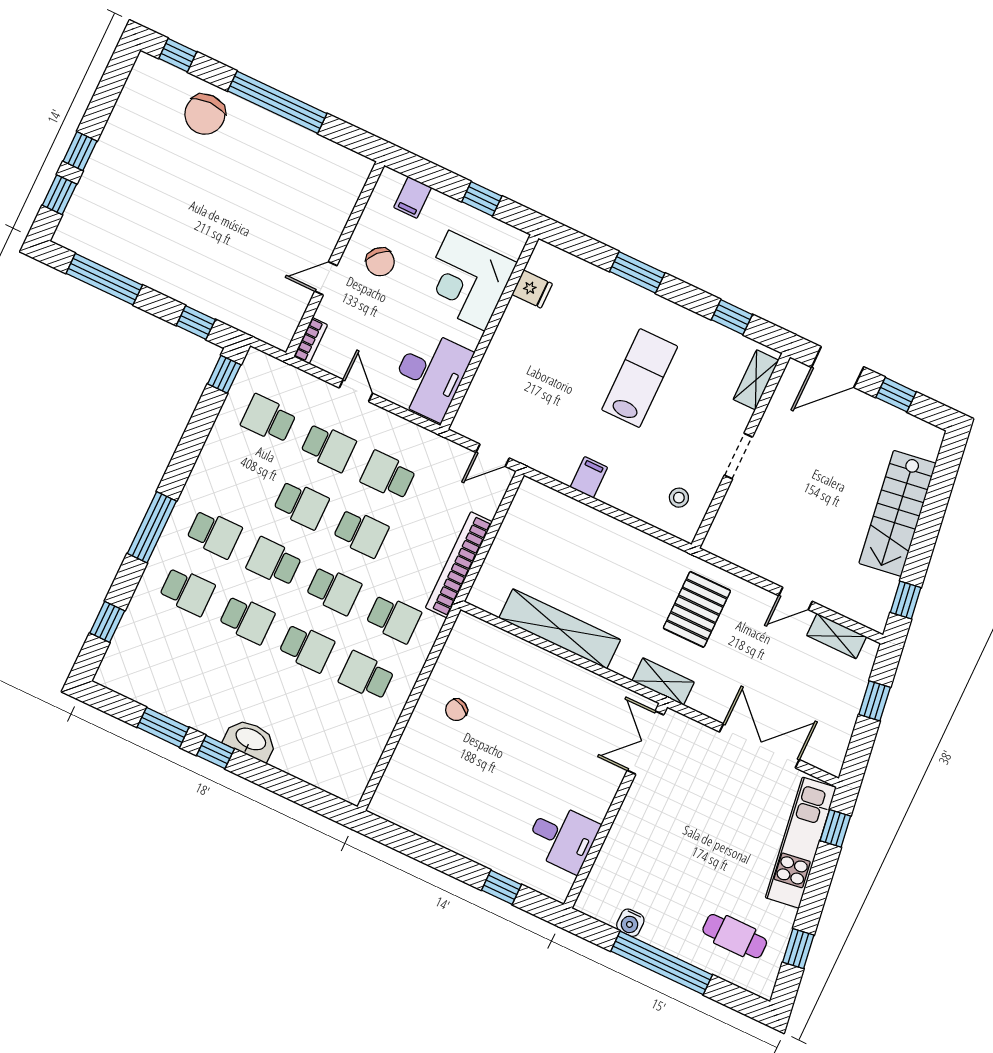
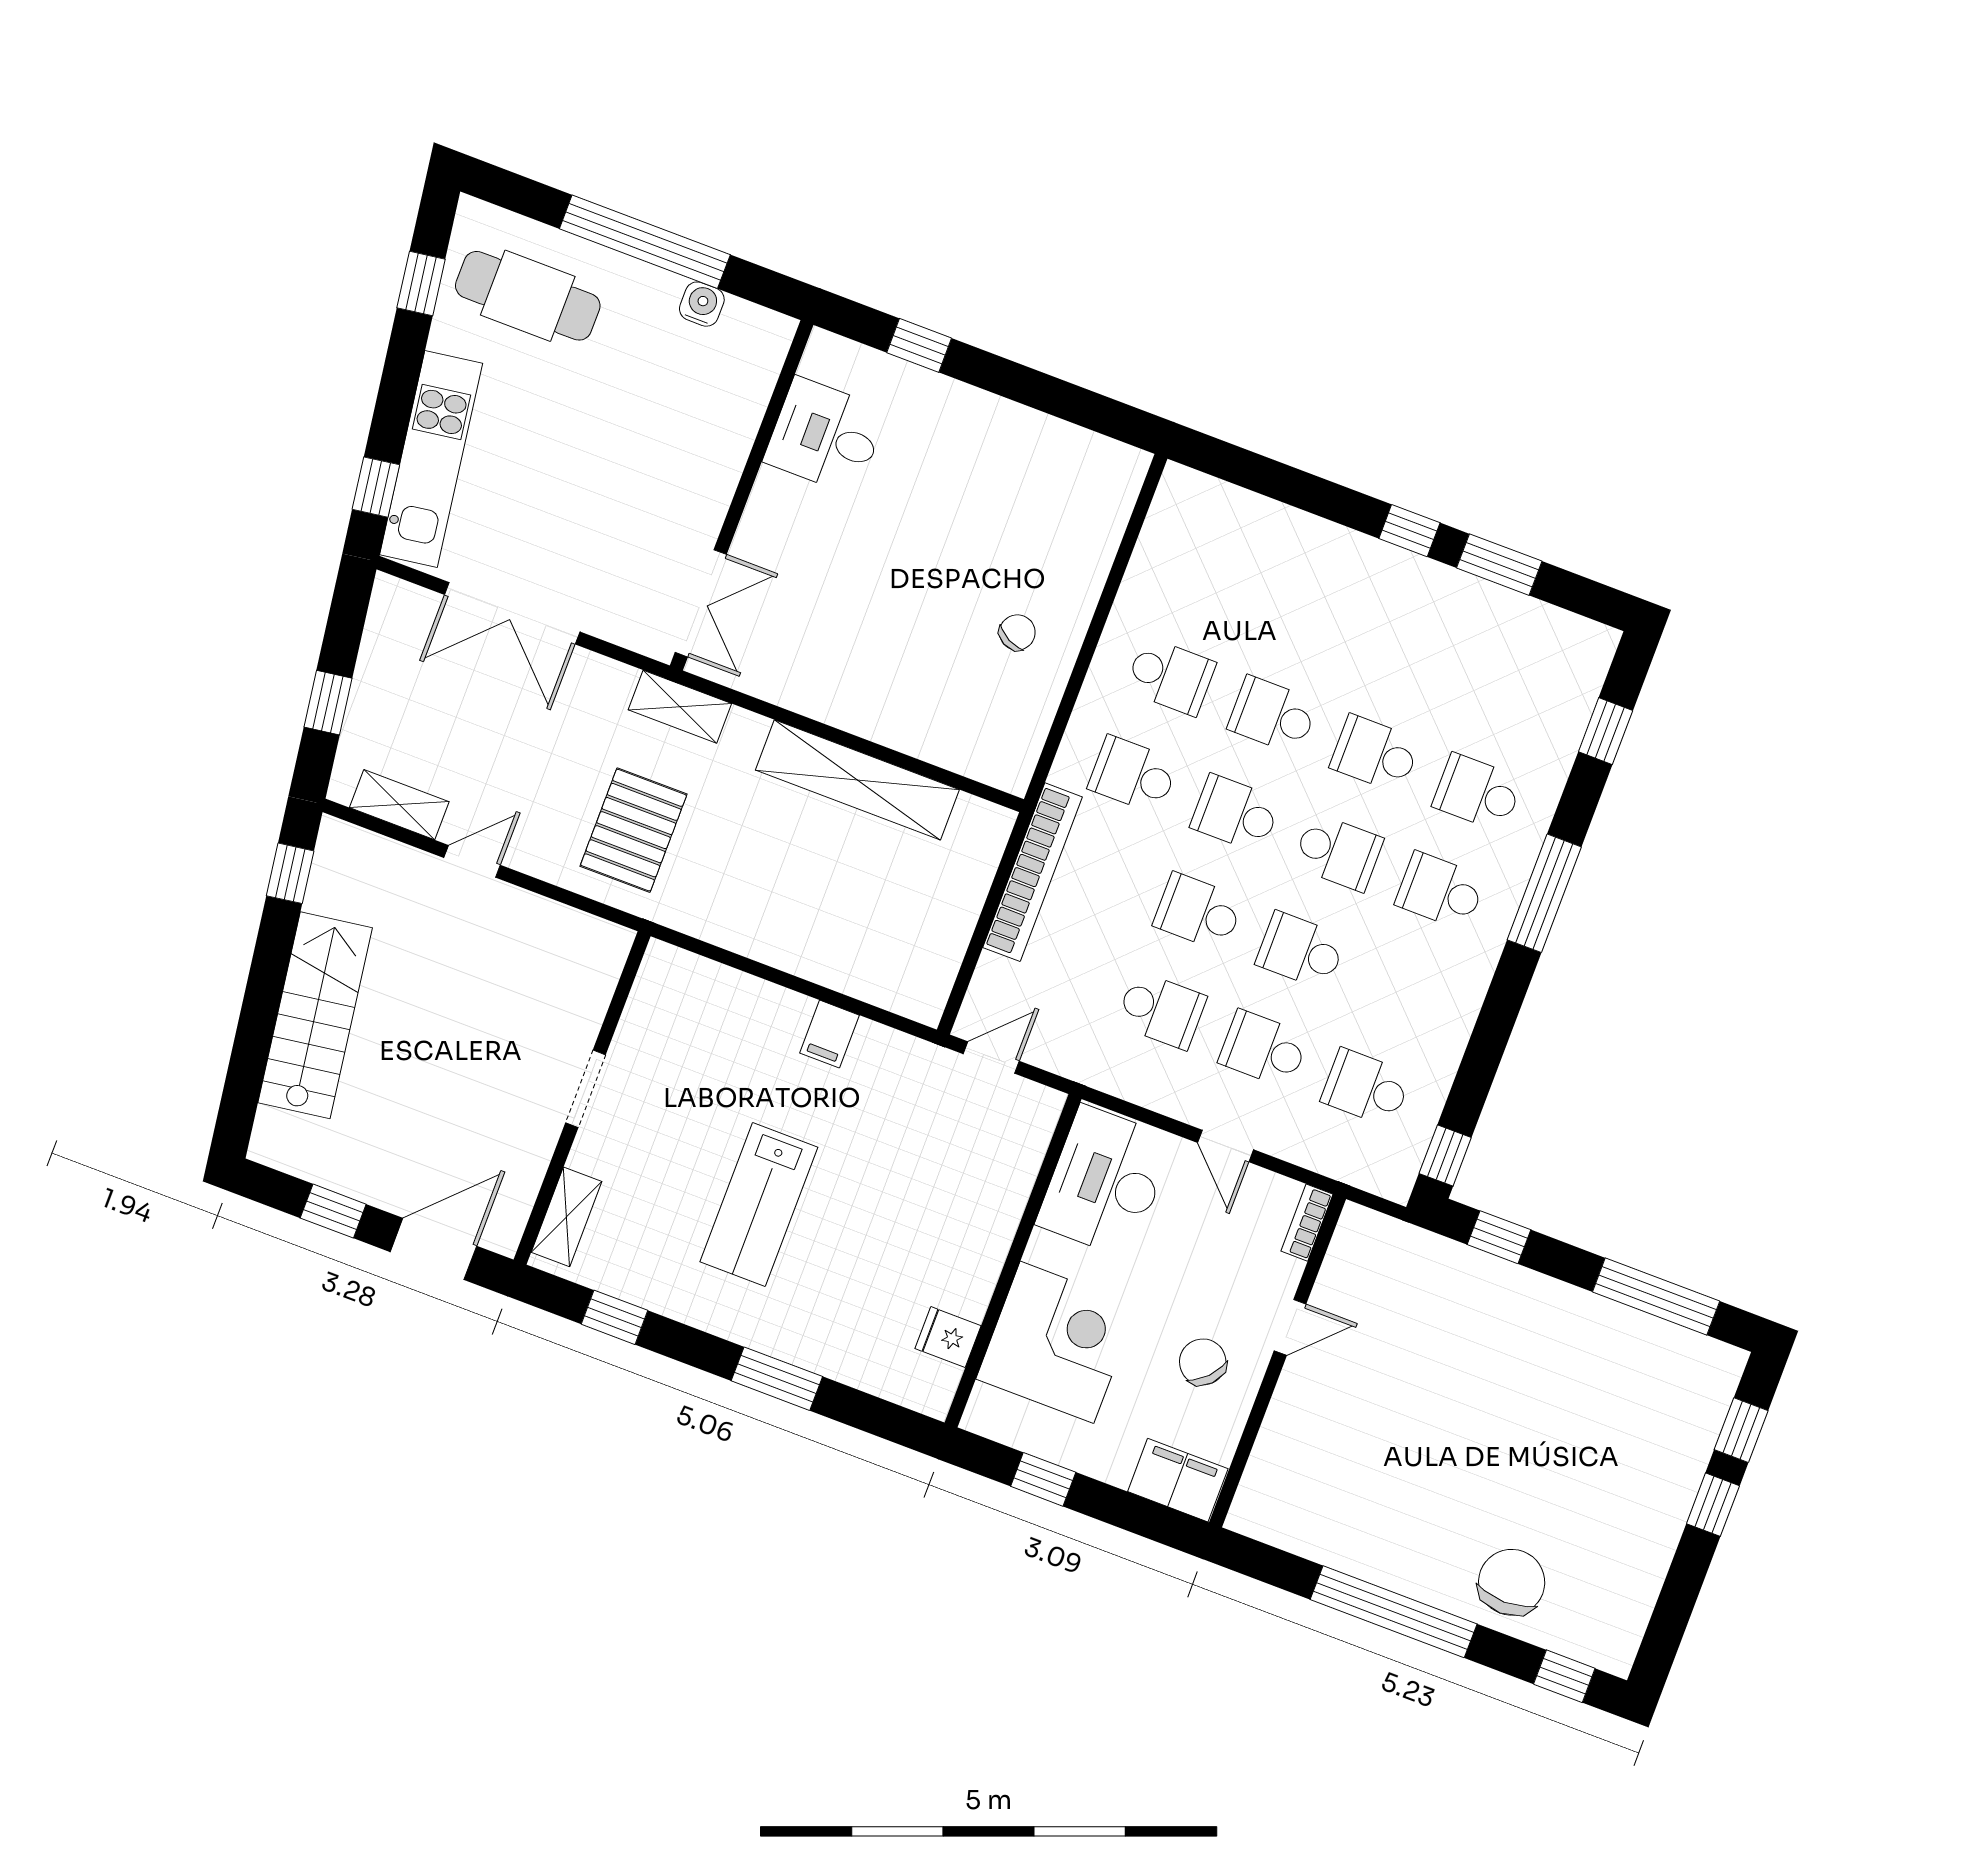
filing cabinet: (413, 197) -> (1178, 1480), width x2.00
school desk: (269, 419) -> (1366, 1088), turned 180
stool: (679, 498) -> (678, 1012), removed
washbasin: (250, 740) -> (1353, 556), removed
cafe table: (735, 936) -> (528, 296), width x1.37, depth x1.35

